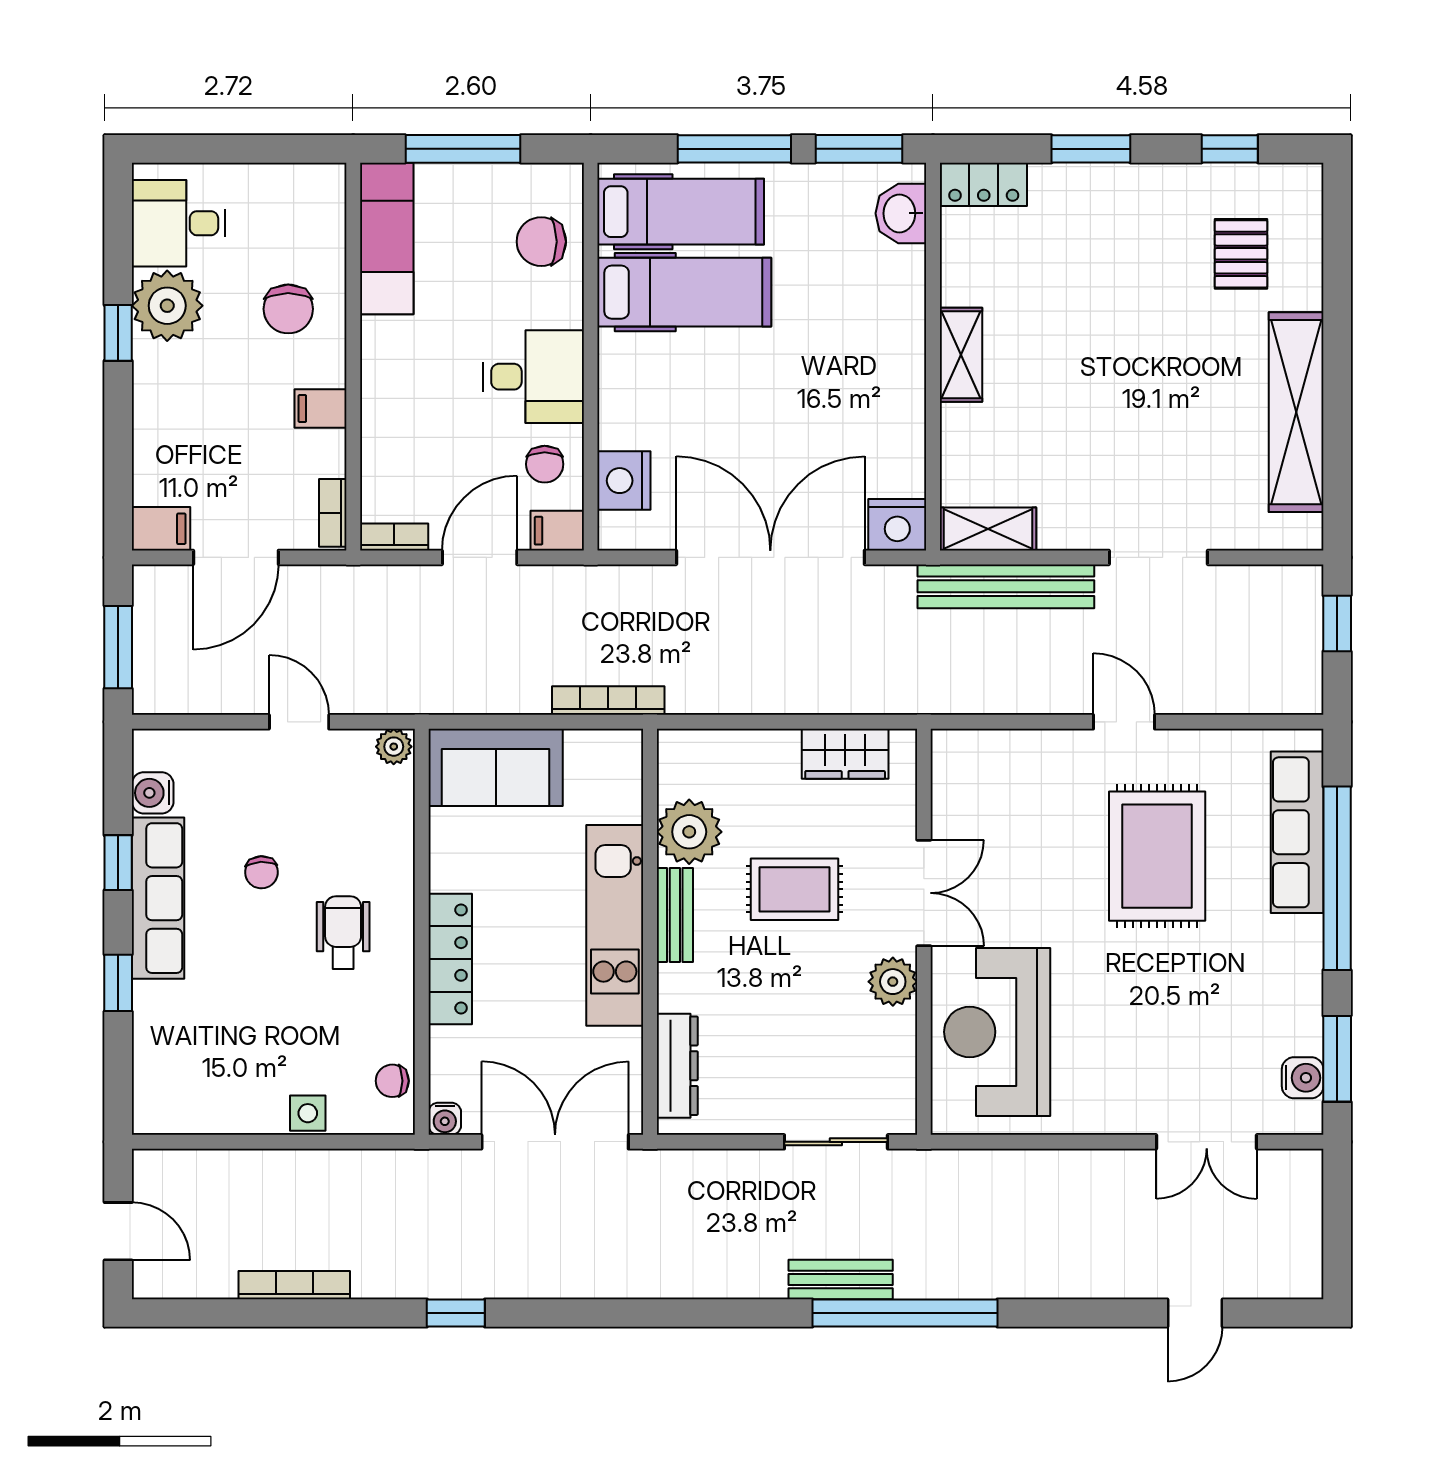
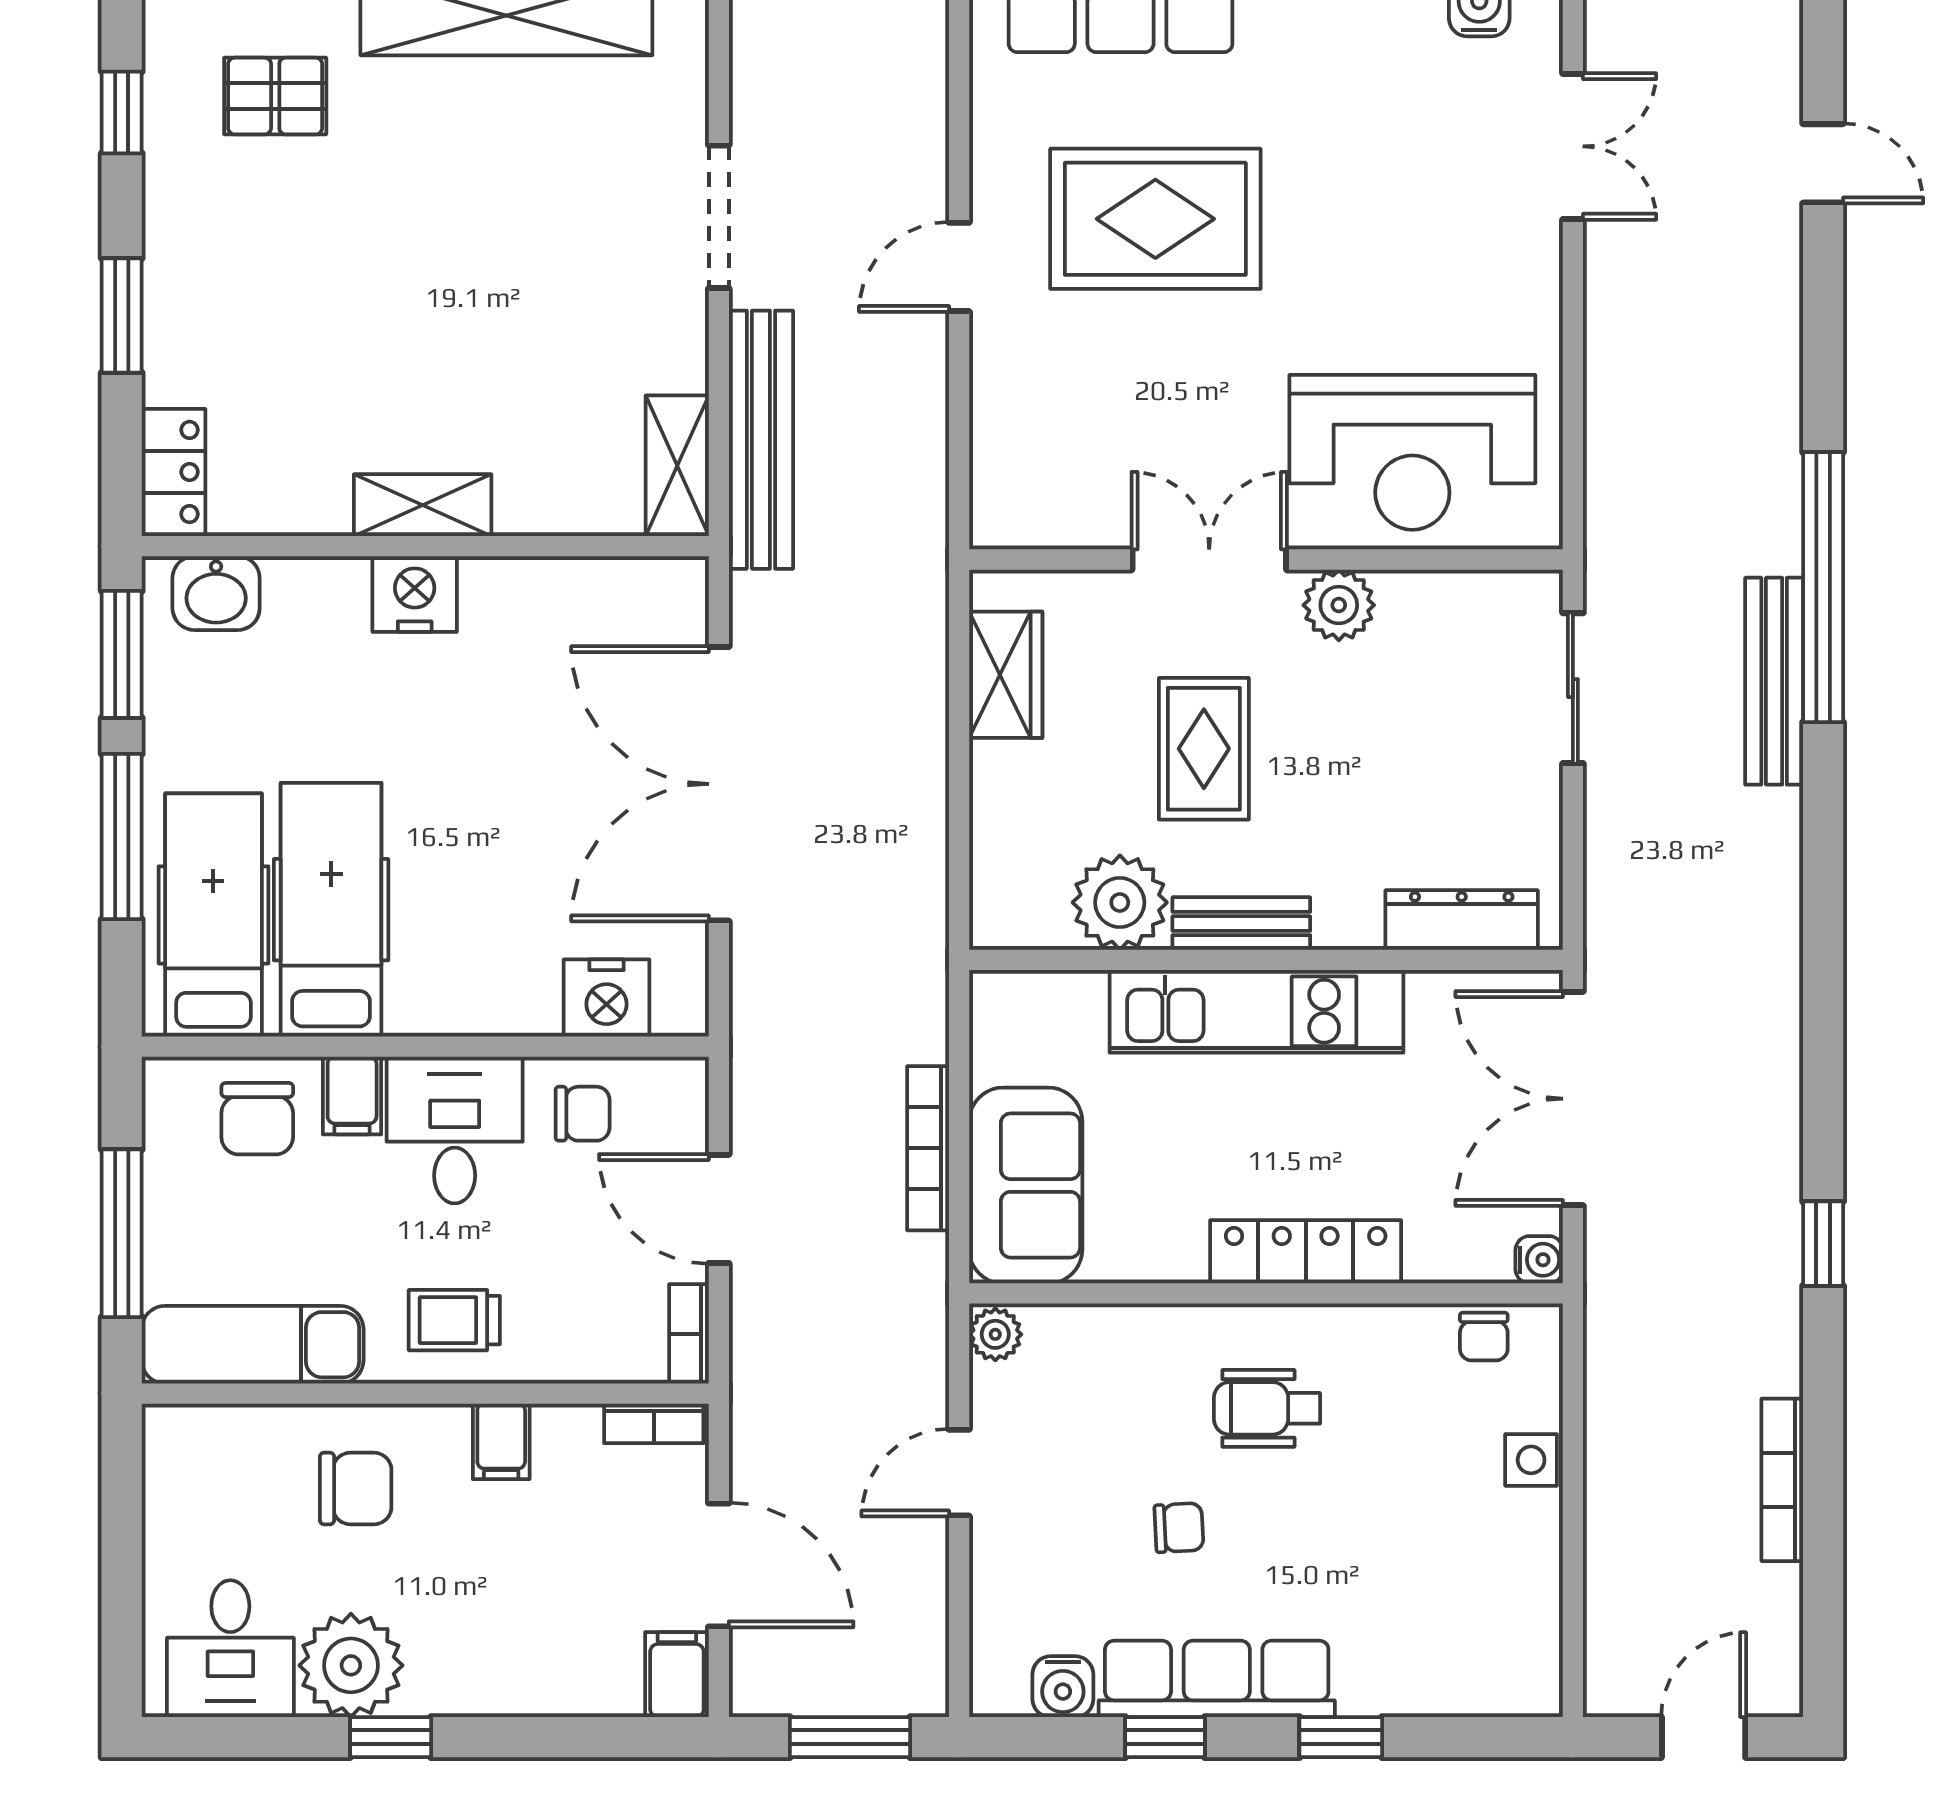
trolley: (403, 376) -> (454, 1320), added
nightstand: (897, 525) -> (415, 594), moved, turned -90
filing cabinet: (557, 531) -> (352, 1095), moved
bookcase: (608, 701) -> (928, 1148), moved
bench: (841, 1279) -> (1774, 681), width x1.36

